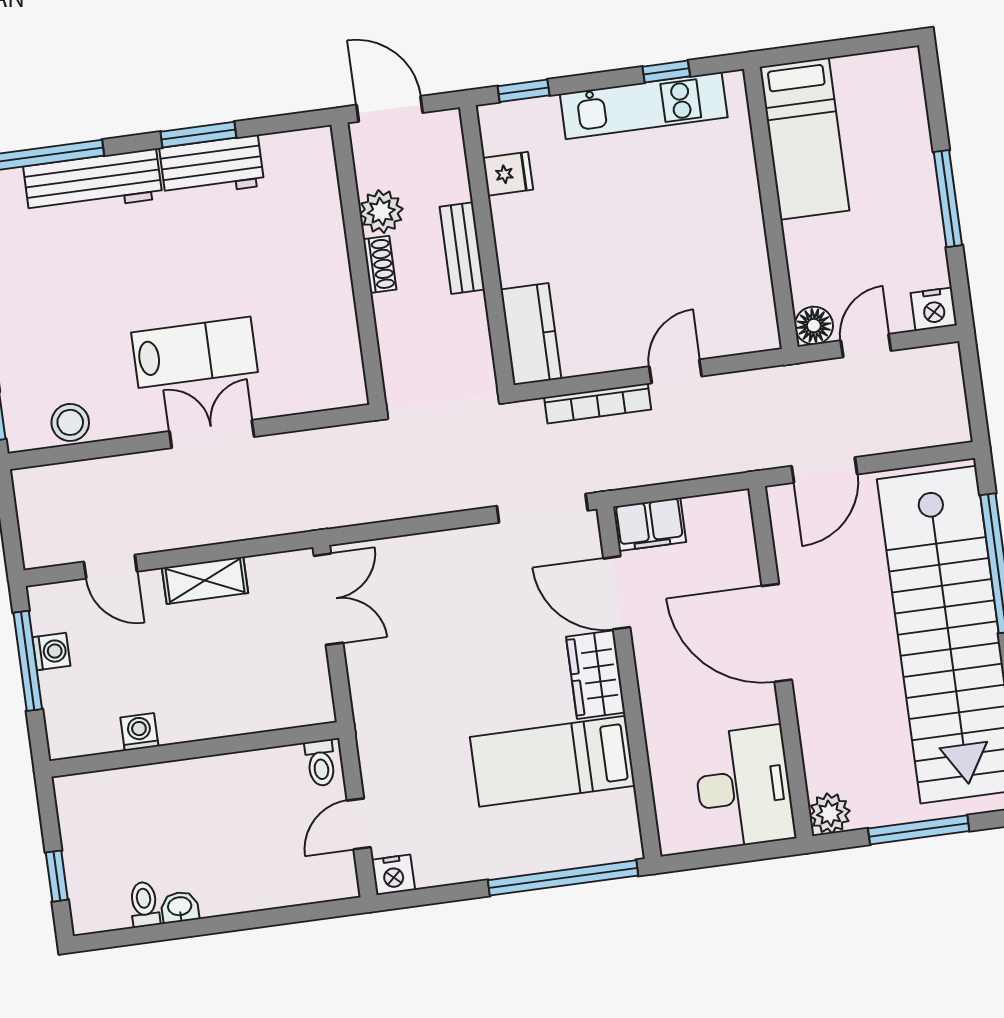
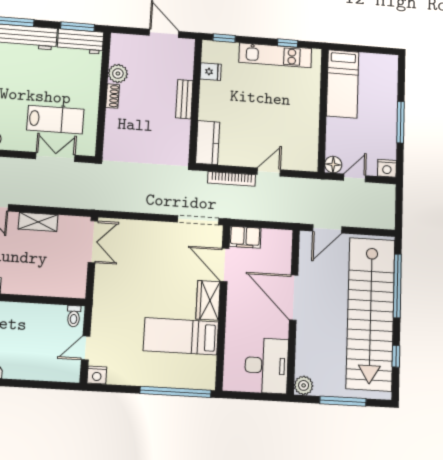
plant: (381, 212) -> (118, 74), moved
wall: (358, 264) -> (103, 94), moved
shoe rack: (380, 264) -> (112, 96), moved

